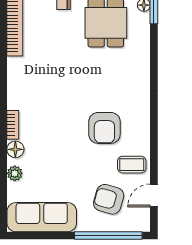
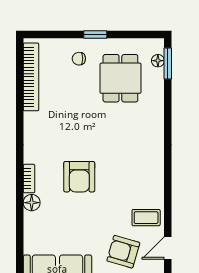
armchair: (104, 128) -> (79, 177), moved
plant: (15, 173) -> (31, 226), removed

